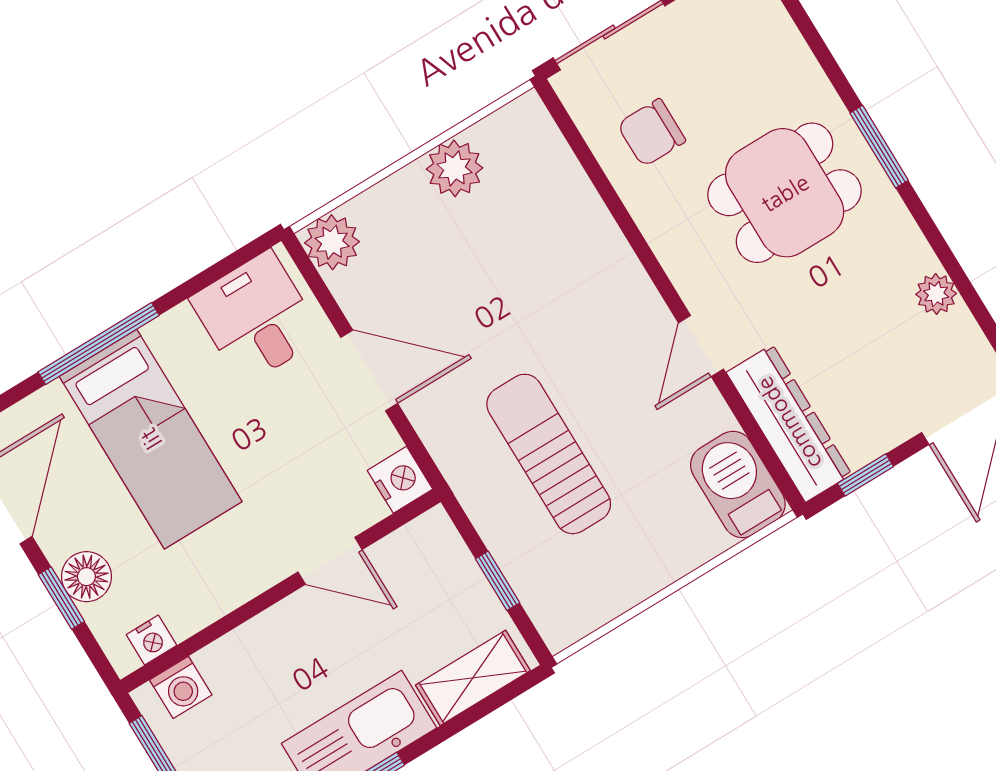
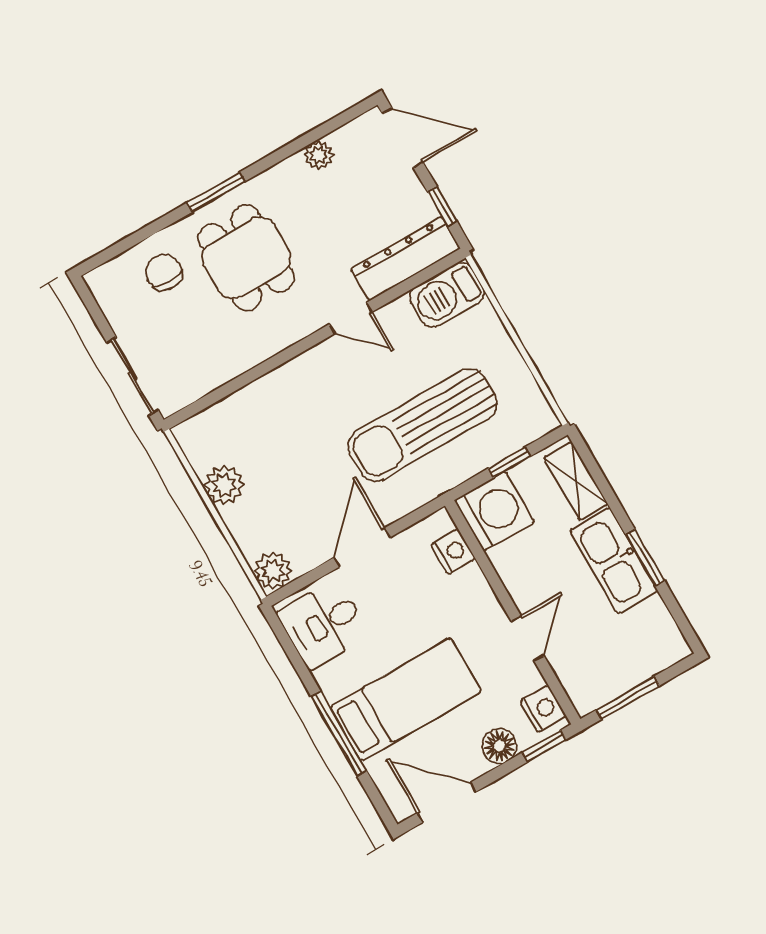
chair: (651, 133) -> (164, 272), moved, turned 180
sun lounger: (549, 454) -> (423, 425), width x1.36, depth x1.34
nightstand: (400, 480) -> (453, 552), moved, turned 90
door: (330, 561) -> (528, 638), moved
window: (61, 598) -> (544, 746), moved
nightstand: (152, 640) -> (543, 709), width x1.39, depth x1.35
washing machine: (181, 687) -> (495, 511), moved, width x1.89, depth x1.89

